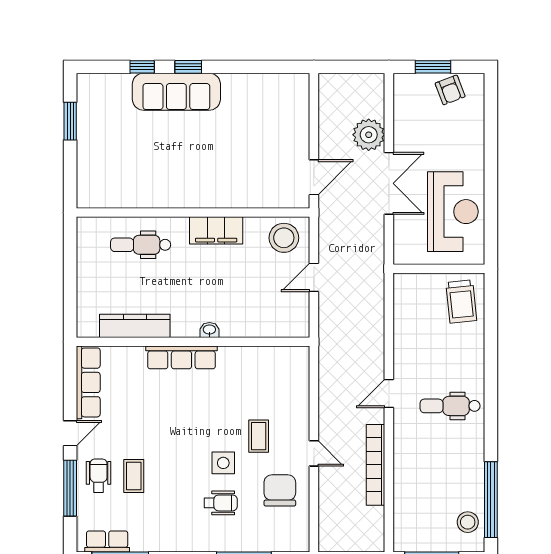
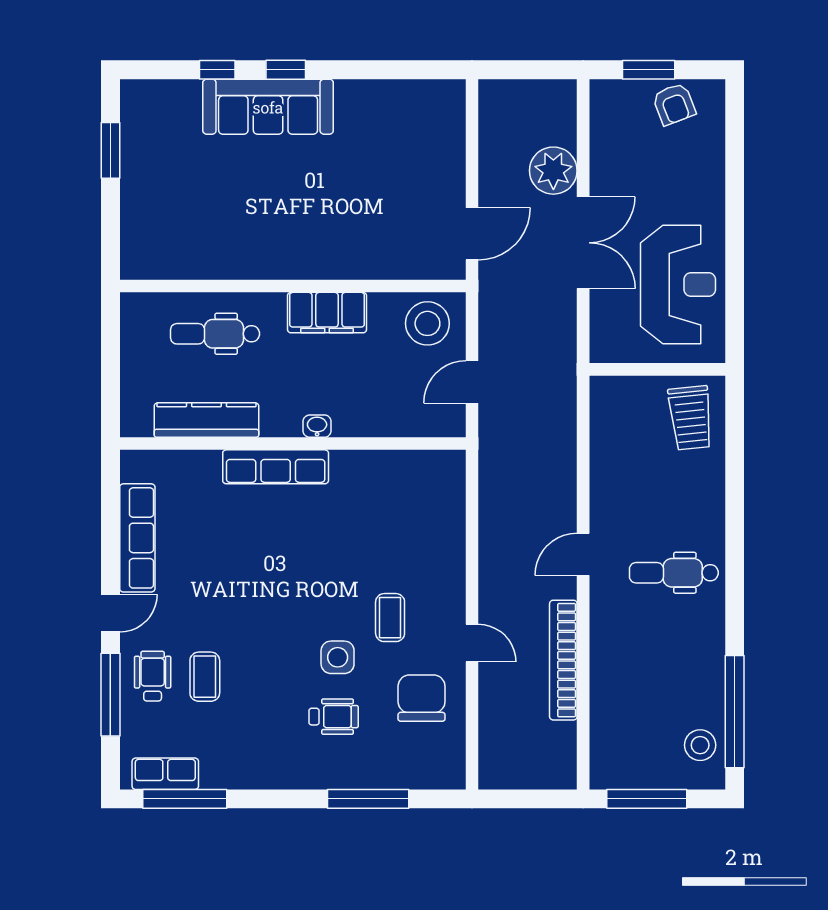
kitchen counter: (135, 326) -> (206, 420), moved
washbasin: (209, 330) -> (317, 426), moved
wall: (193, 342) -> (293, 444), moved
row of seats: (181, 357) -> (276, 467), moved

